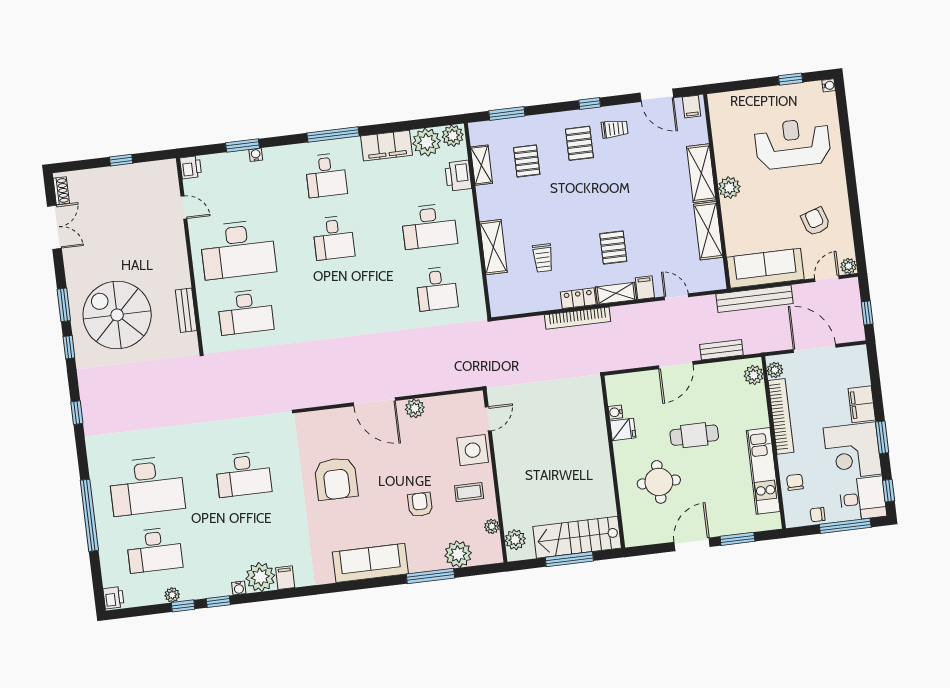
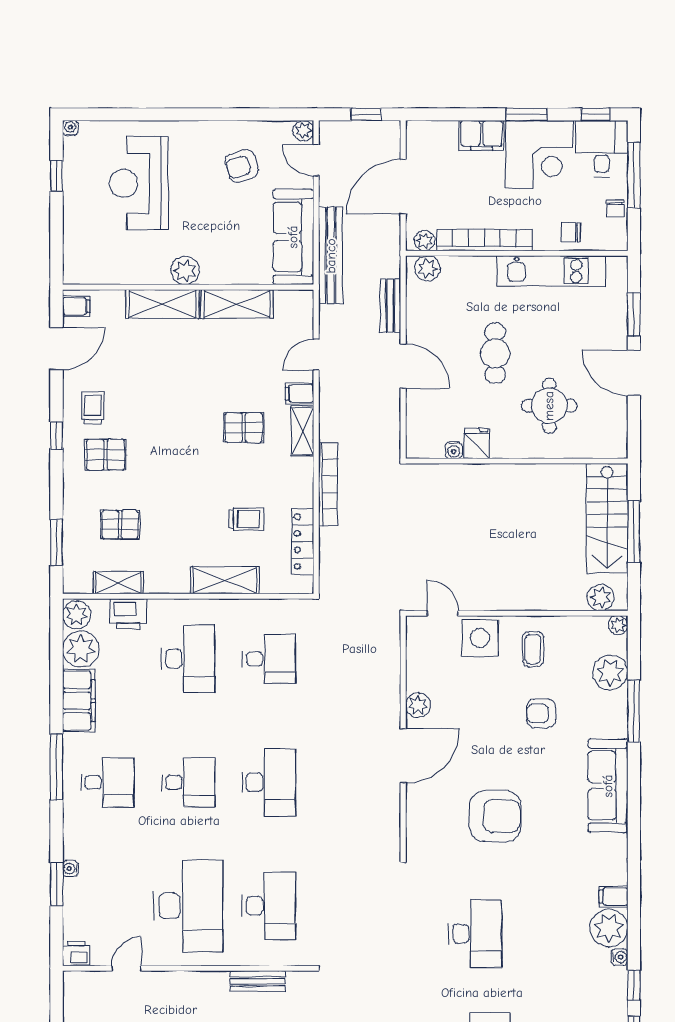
locker: (578, 298) -> (303, 542), moved, width x1.53
desk: (341, 300) -> (269, 782), added
plant: (492, 526) -> (618, 625), moved

